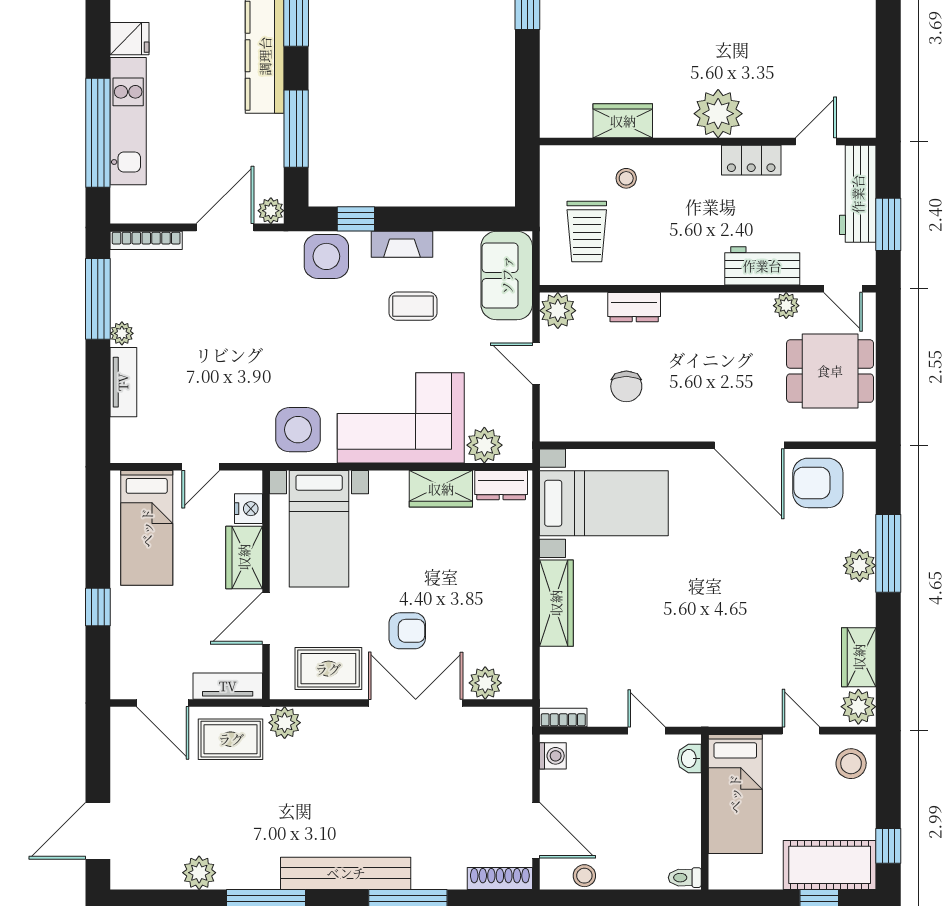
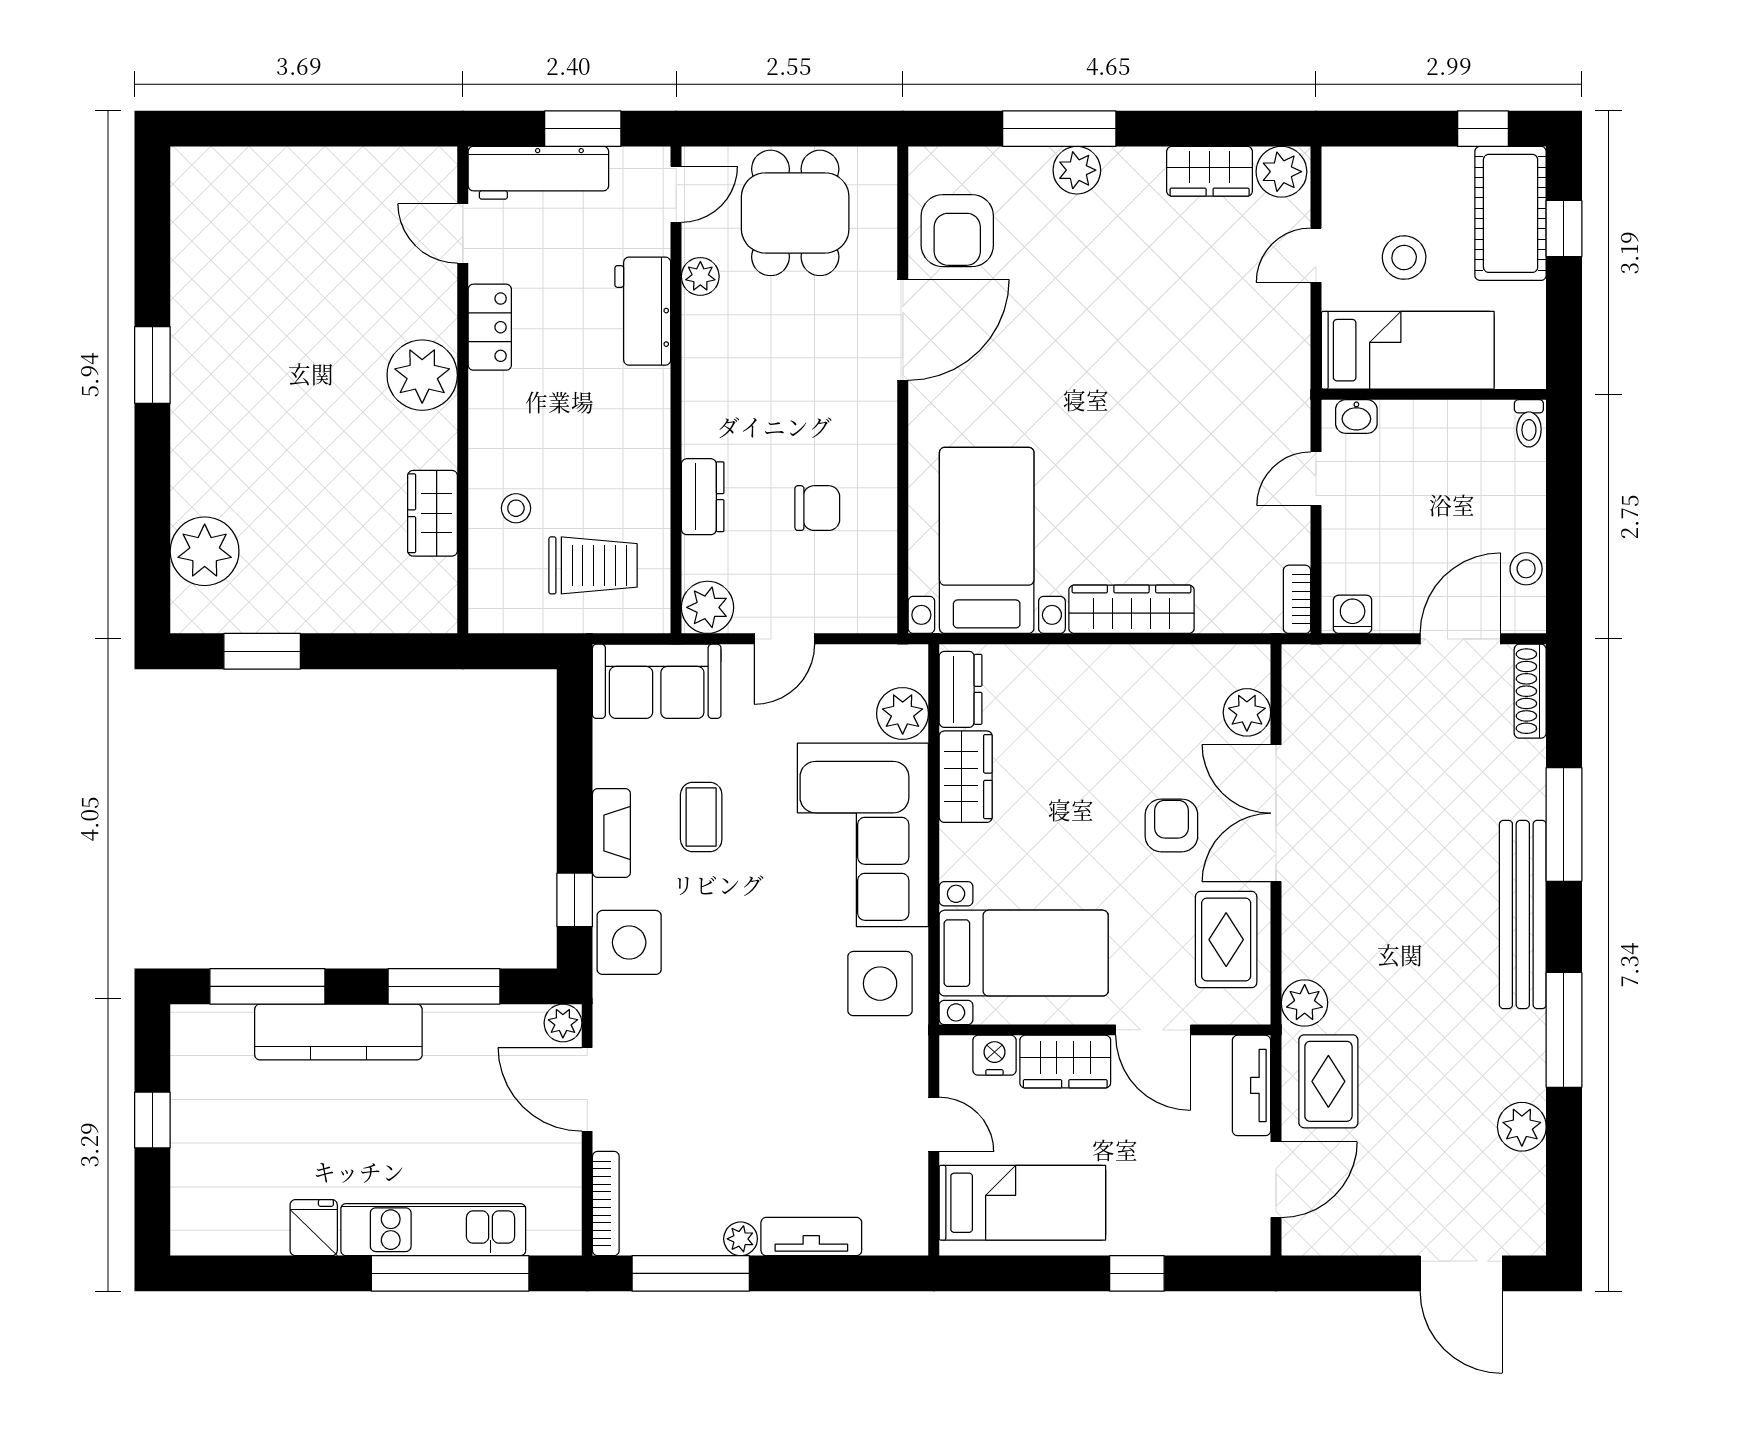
stool: (851, 764) -> (1404, 258), moved

